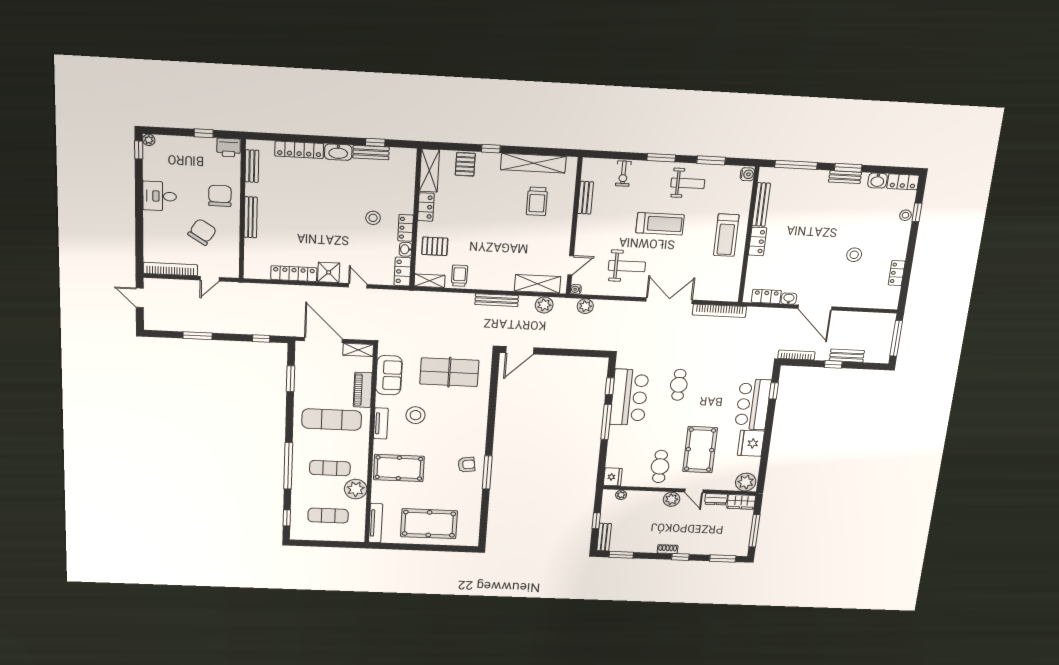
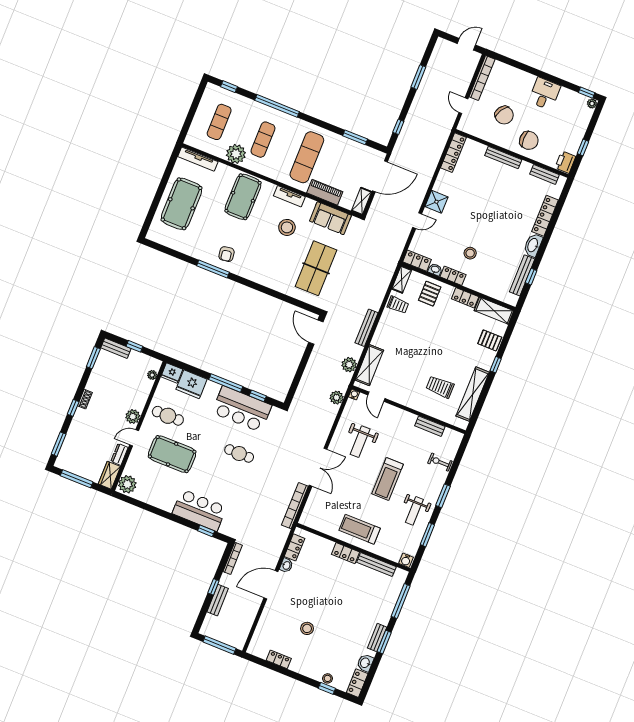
bench: (371, 153) -> (522, 275), width x1.36
locker: (294, 274) -> (453, 153), moved
fridge: (751, 443) -> (192, 384), moved, turned 180

